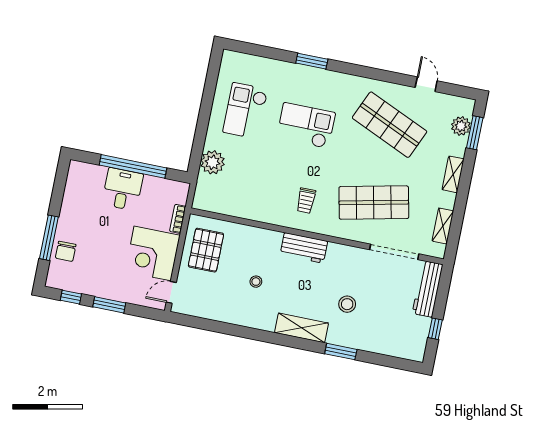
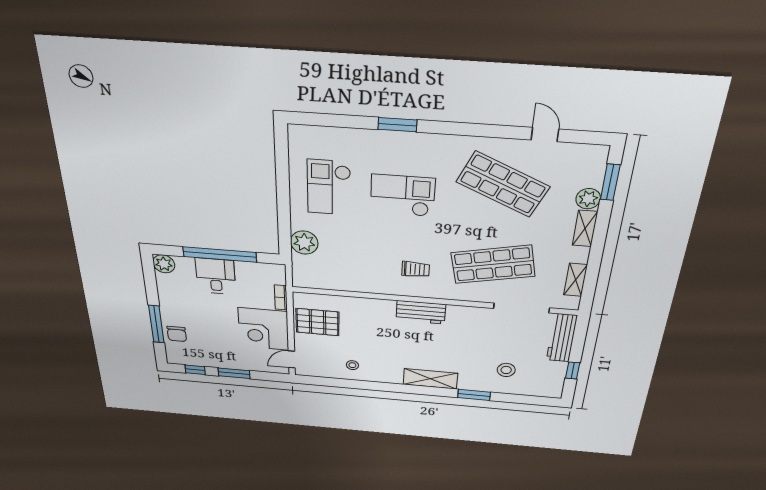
plant: (461, 126) -> (588, 199), moved
plant: (78, 171) -> (164, 264), added
trolley: (306, 201) -> (416, 269), turned -90
pallet: (206, 250) -> (317, 322), turned 90
stool: (256, 282) -> (352, 365), moved
stool: (347, 304) -> (506, 370), moved

